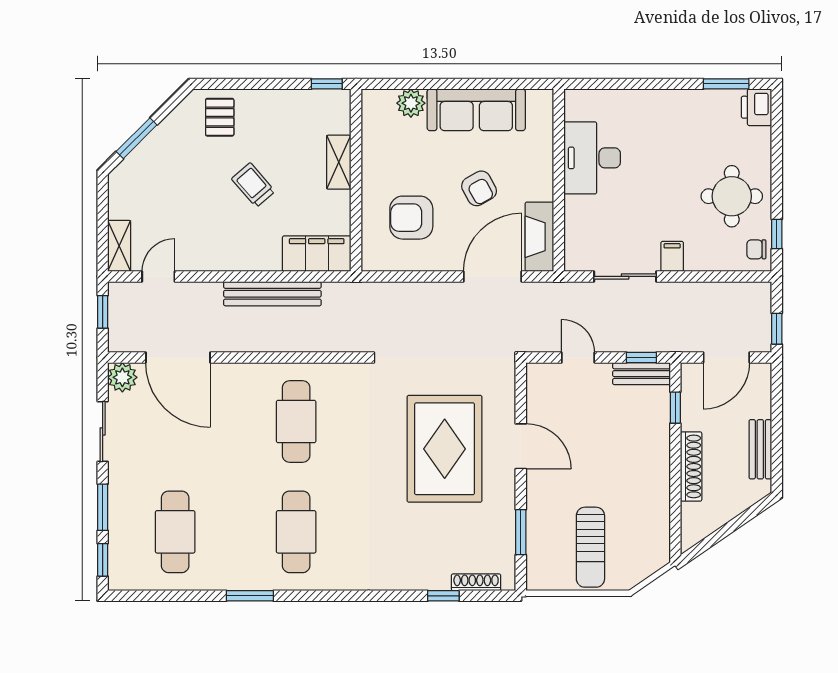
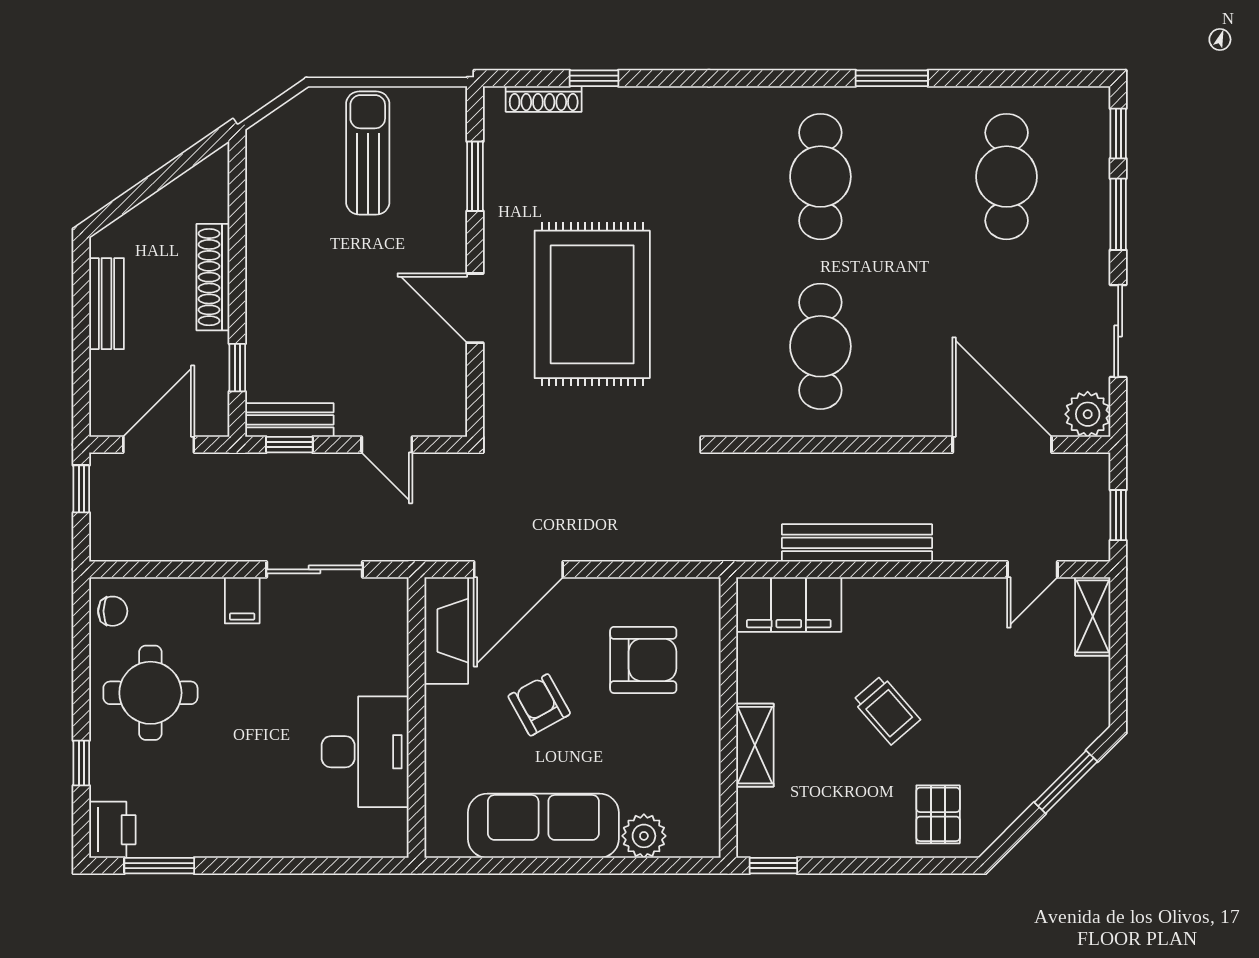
window: (777, 234) -> (81, 763), moved

